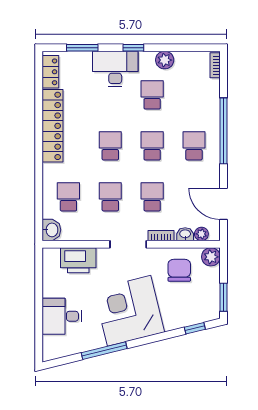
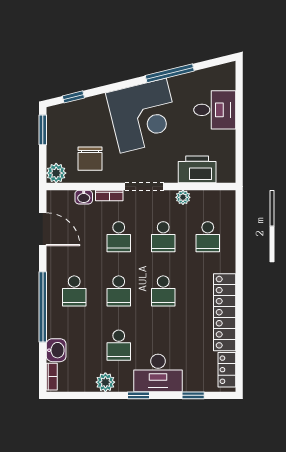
window: (82, 48) -> (193, 395), width x0.67
washbasin: (51, 230) -> (56, 350), moved, turned 180
plant: (201, 234) -> (183, 197), moved

